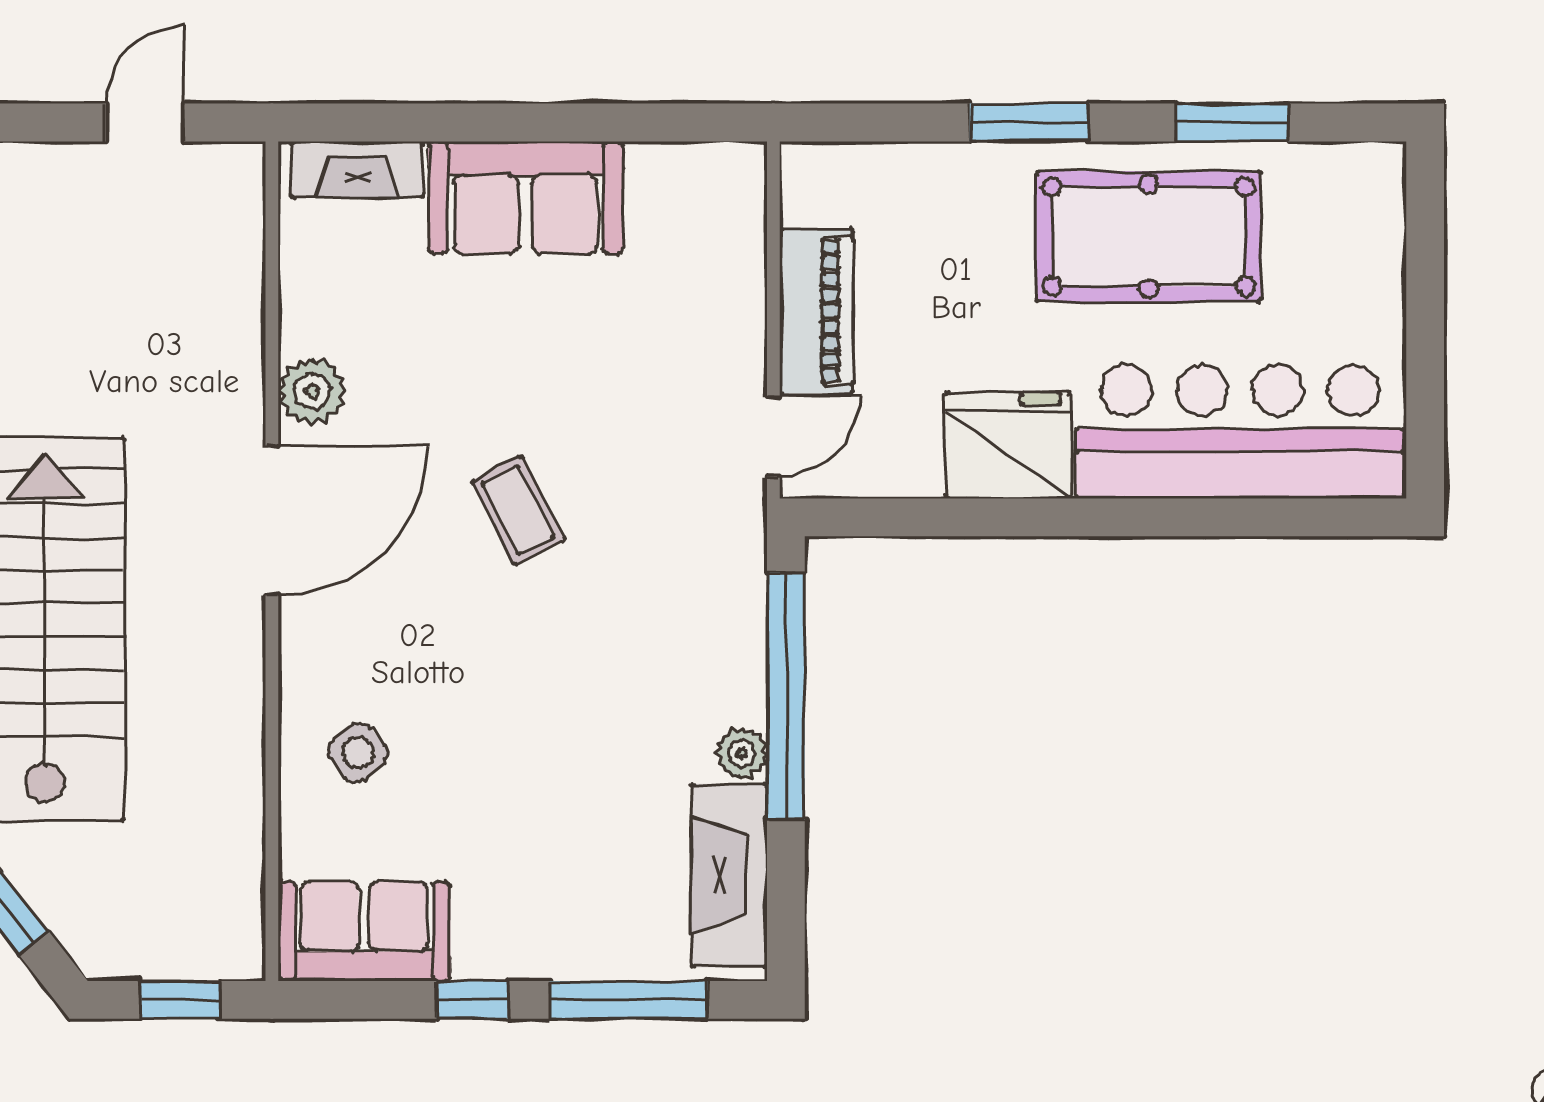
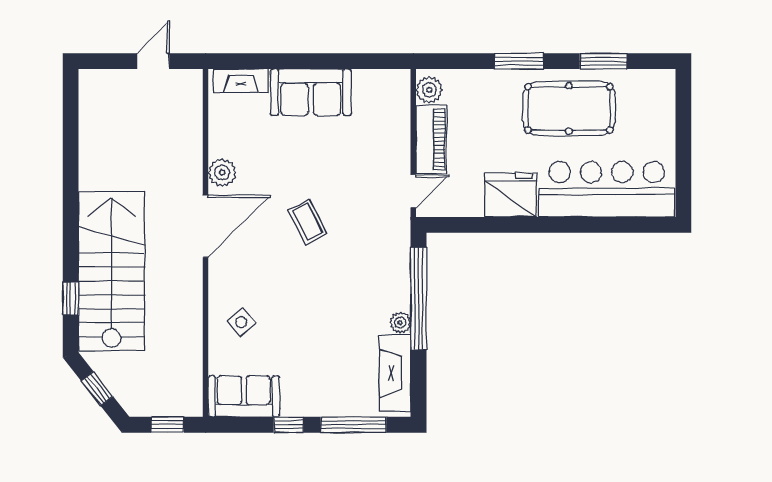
plant: (812, 192) -> (429, 90), added

